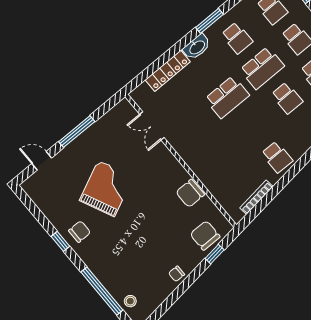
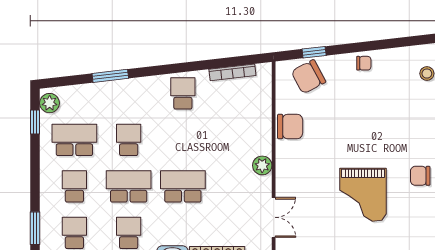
plant: (187, 153) -> (262, 165), added
grand piano: (106, 189) -> (363, 195), turned -65
chair: (205, 235) -> (308, 77), turned 62

